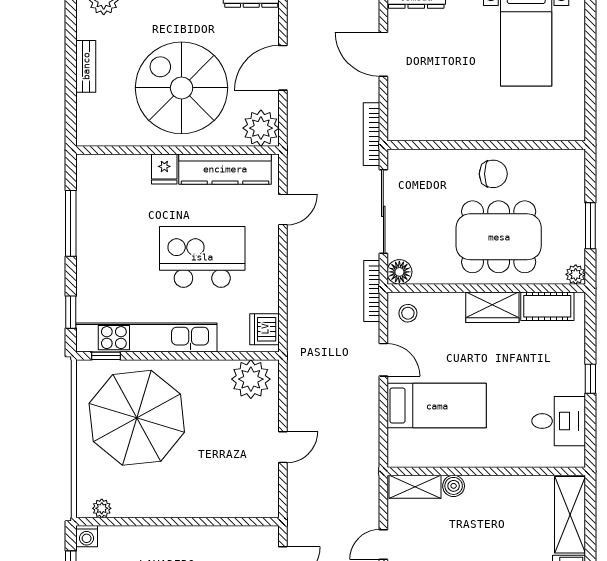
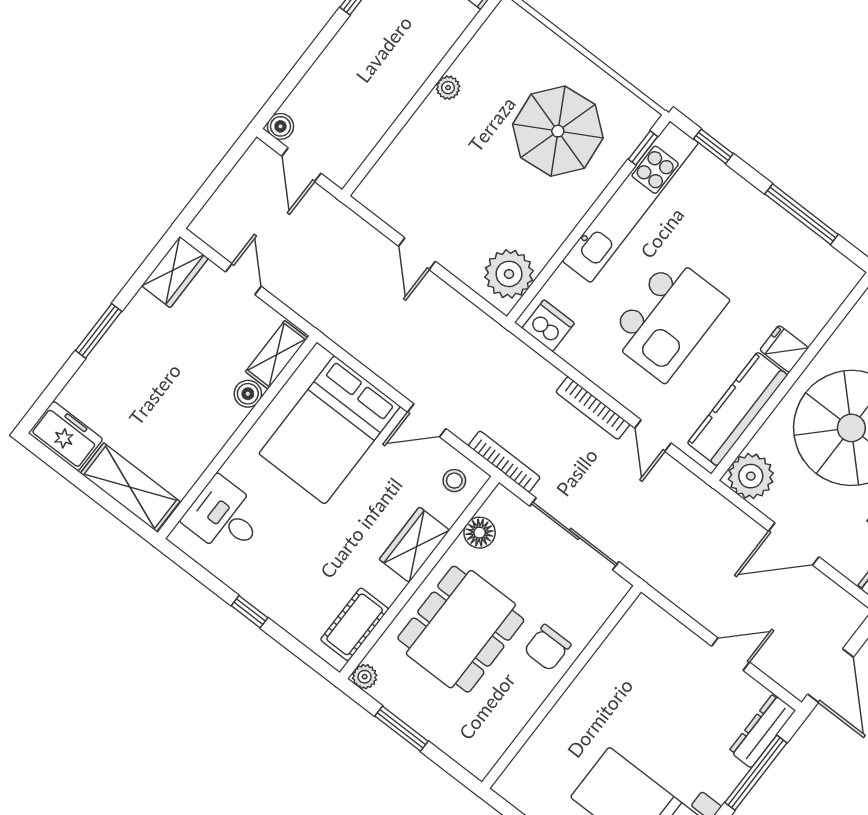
door: (383, 54) -> (730, 654), width x0.73
door: (283, 68) -> (794, 544), swing flipped
bookcase: (371, 134) -> (593, 408), moved, turned 180
chair: (493, 174) -> (547, 648), moved
floor lamp: (399, 272) -> (480, 533), moved
wardrobe: (492, 307) -> (414, 545), moved
bed: (437, 406) -> (330, 430), width x1.50
parasol: (137, 418) -> (558, 131), width x0.73, depth x0.73
desk: (559, 421) -> (224, 517), moved, turned 90
plant: (102, 508) -> (448, 88), moved

